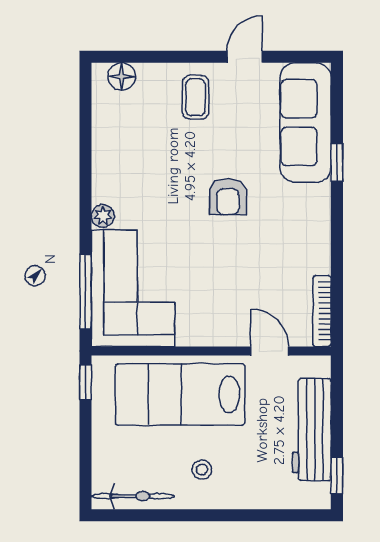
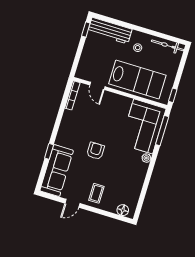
workbench: (312, 430) -> (110, 31), moved, turned 90

